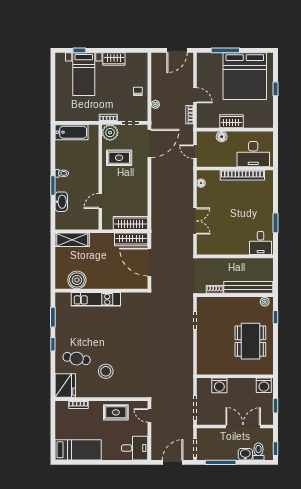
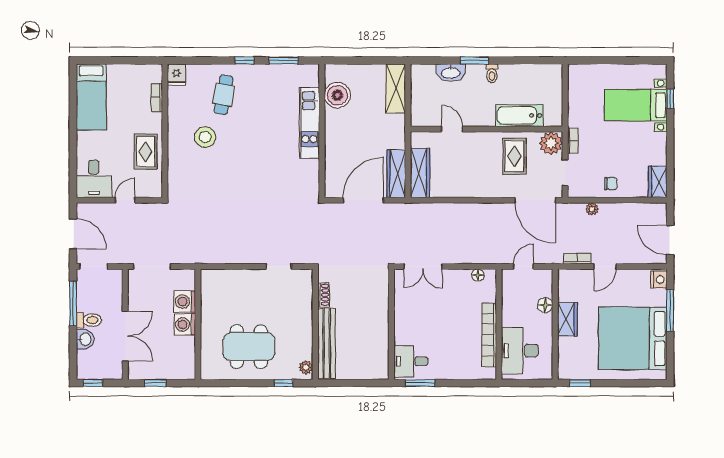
nightstand: (204, 58) -> (659, 280), added
wardrobe: (114, 59) -> (658, 182), moved
window: (276, 89) -> (580, 383), moved
bathtub: (71, 132) -> (519, 115), moved, turned 90
desk: (261, 243) -> (411, 361), moved
wall: (235, 256) -> (391, 324), moved
washing machine: (264, 385) -> (185, 324), moved
fridge: (65, 386) -> (176, 75), width x0.53, depth x0.75
door: (149, 415) -> (125, 200), moved
toilet: (258, 451) -> (89, 320), moved

